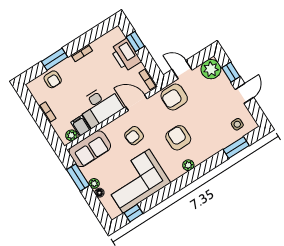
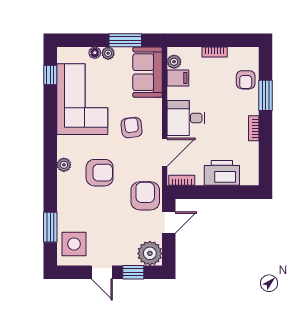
window: (135, 42) -> (230, 192), removed
armchair: (53, 79) -> (246, 80), turned -90
desk: (100, 106) -> (186, 118), width x0.73
side table: (237, 124) -> (74, 244), width x1.87, depth x1.87

